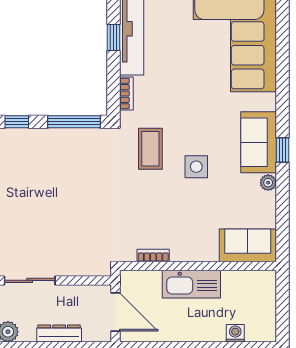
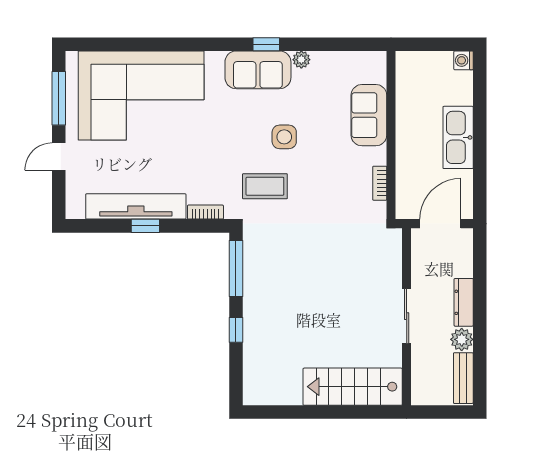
sofa: (248, 245) -> (369, 115), moved
kitchen sink: (191, 284) -> (458, 137), moved, turned 180
dresser: (59, 333) -> (464, 302), moved
washing machine: (235, 333) -> (463, 60), moved

